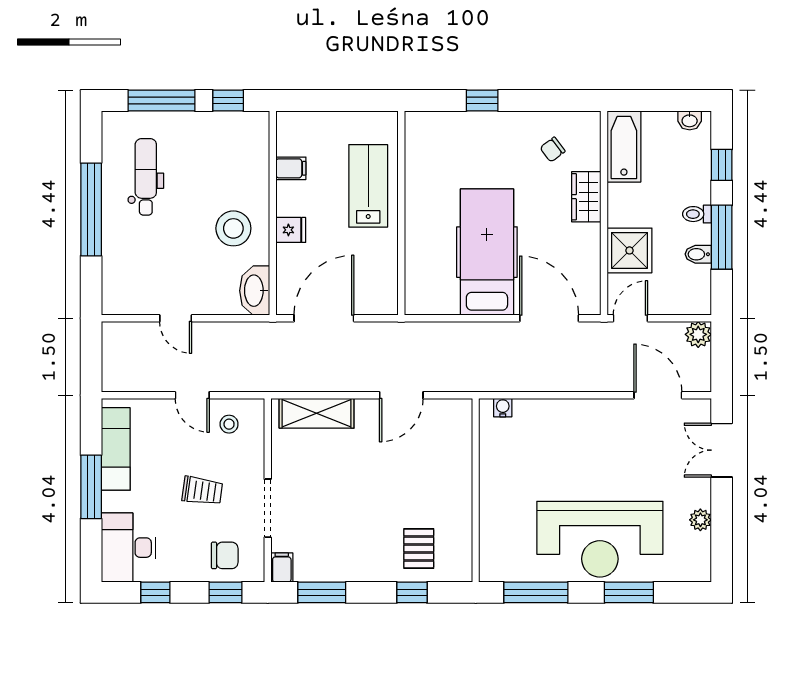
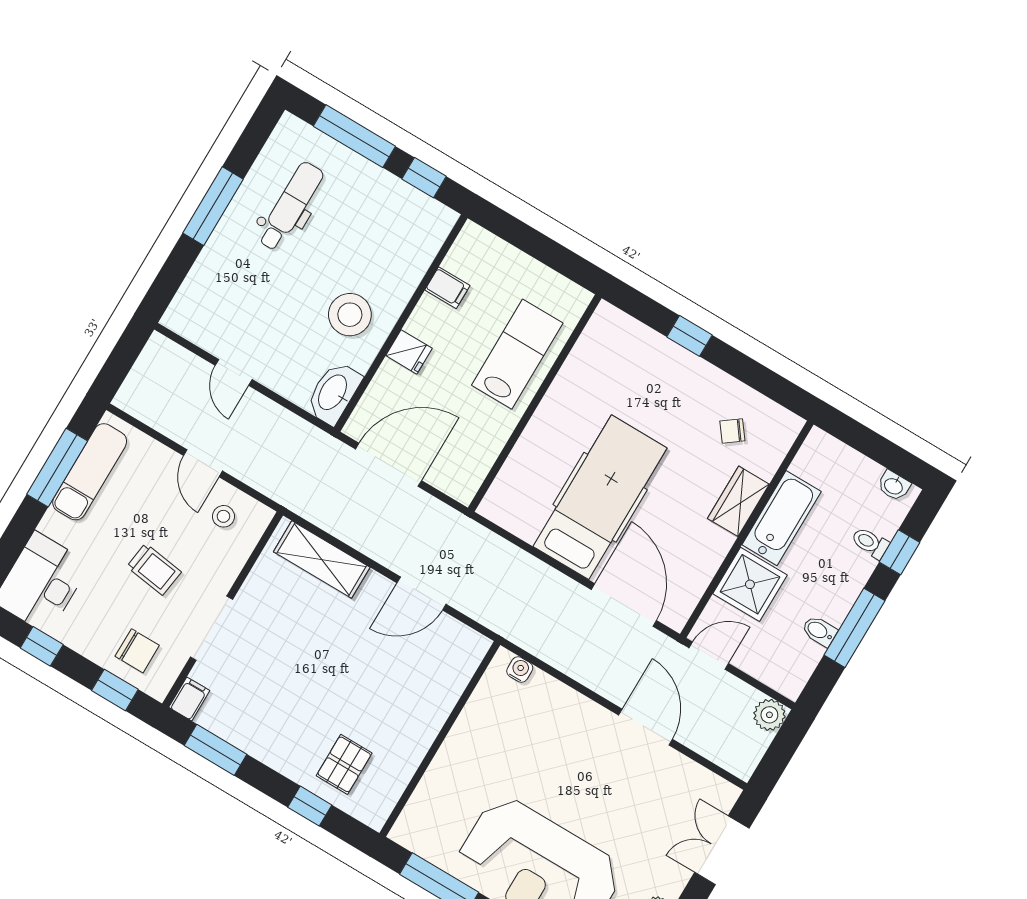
bathtub: (624, 146) -> (782, 518), moved
window: (91, 209) -> (213, 206), width x0.68
toilet: (697, 214) -> (870, 543), moved
door: (658, 395) -> (646, 727), moved
window: (91, 487) -> (57, 468), moved

